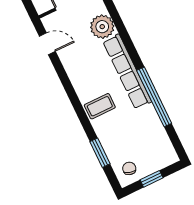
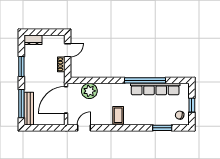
row of seats: (127, 72) -> (155, 89), moved
coffee table: (100, 106) -> (118, 115), moved

